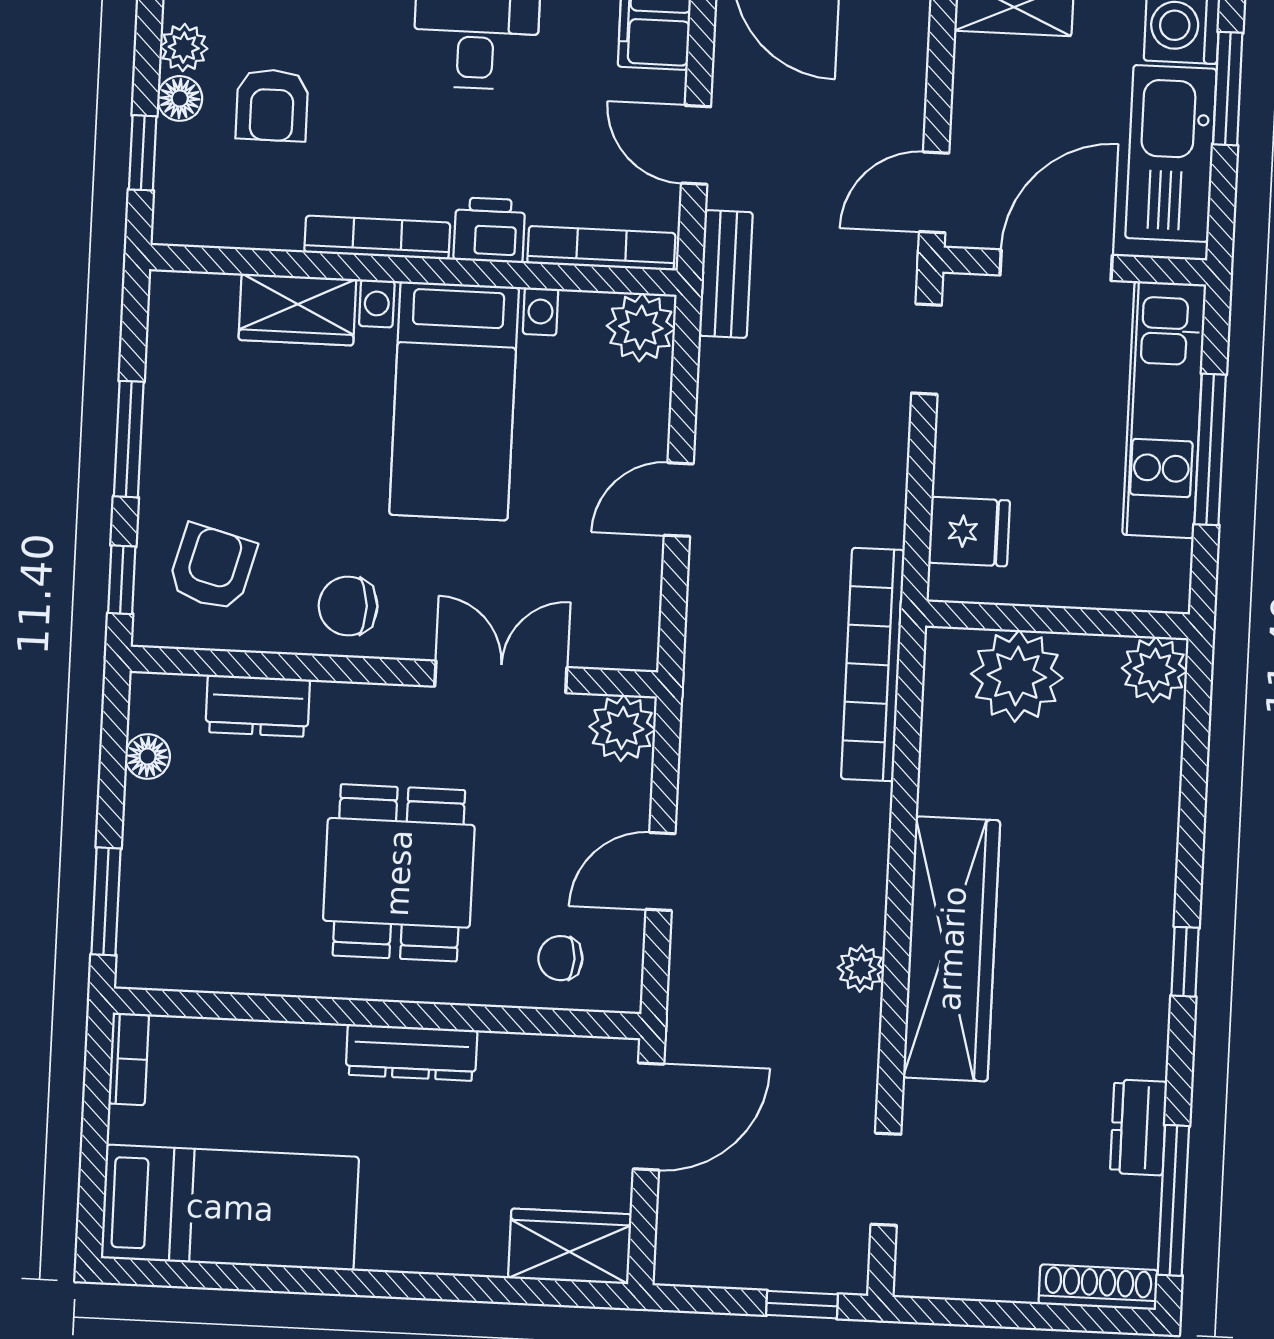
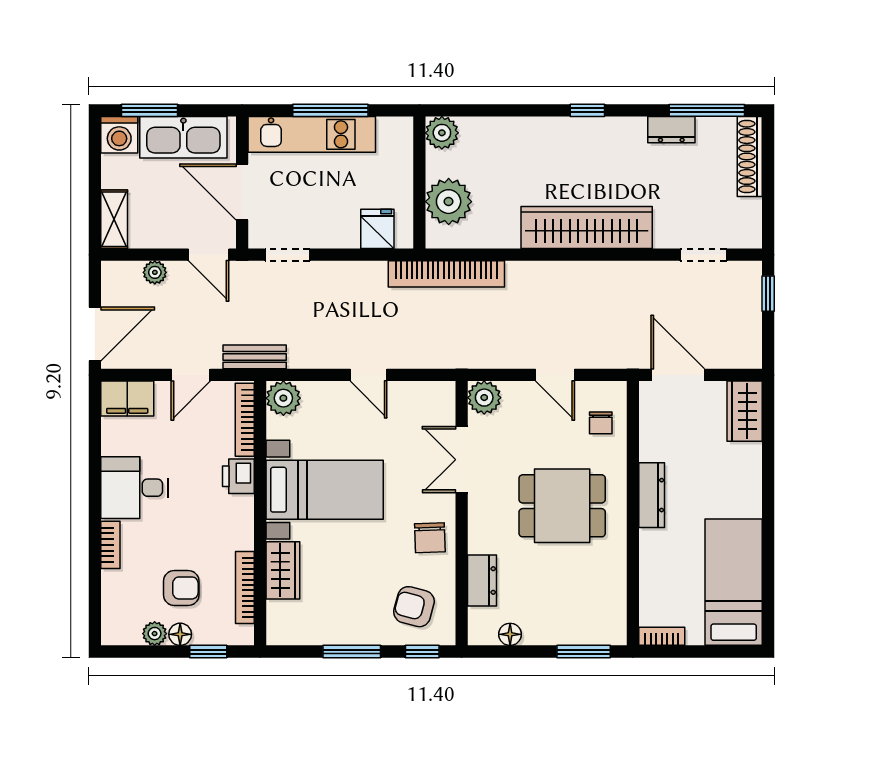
bookcase: (377, 238) -> (245, 588), moved
plant: (861, 969) -> (155, 272), moved
shoe rack: (1098, 1287) -> (750, 156), width x1.36, depth x1.24

